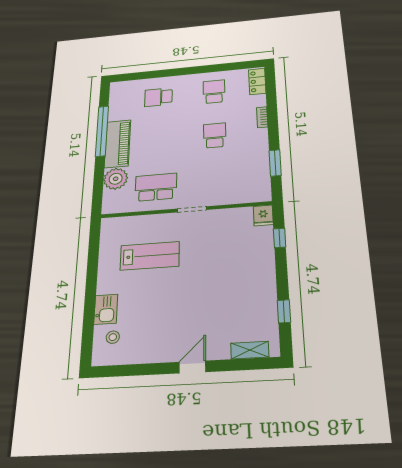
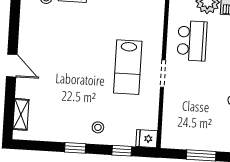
lab bench: (150, 256) -> (128, 67), moved
stool: (256, 265) -> (98, 127), added
window: (284, 311) -> (75, 148), moved

